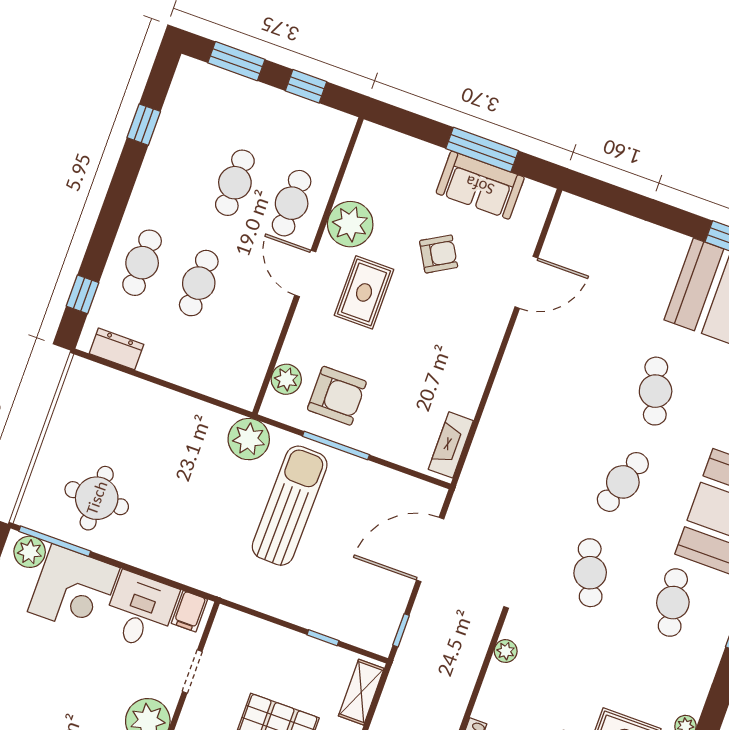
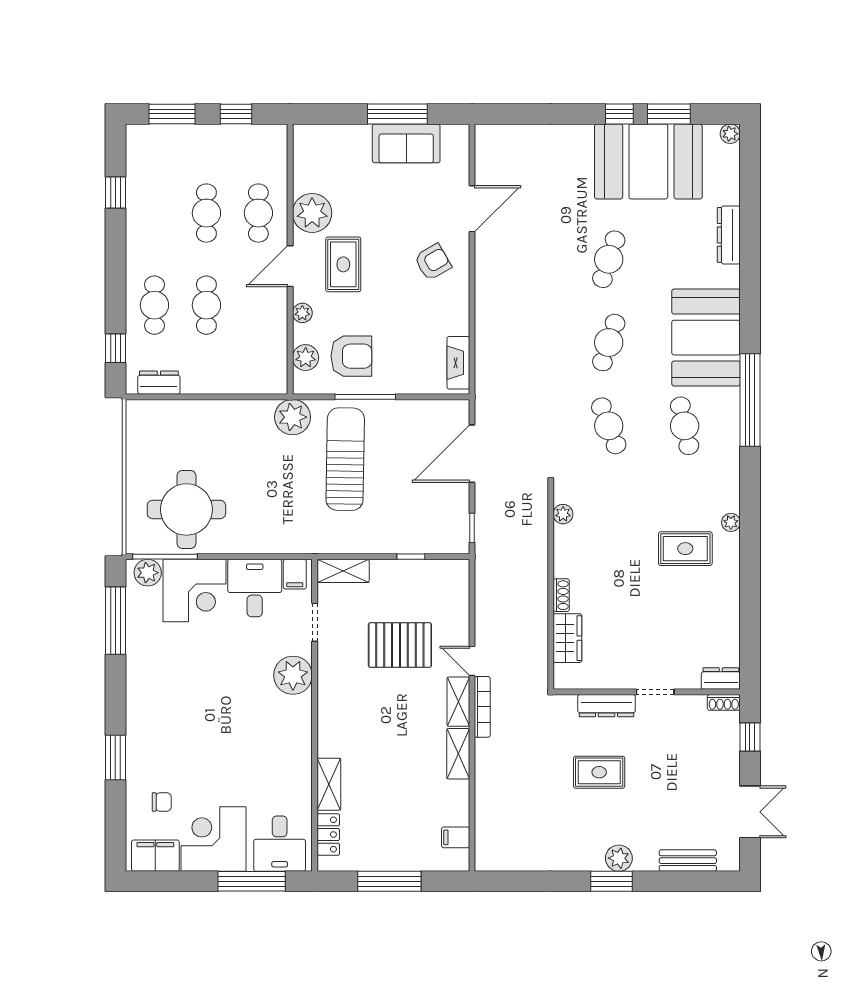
armchair: (439, 254) -> (433, 262), moved
door: (305, 273) -> (290, 266), hinge flipped
plant: (300, 329) -> (302, 313), added
cafe table: (656, 391) -> (609, 259), turned 36
round table: (97, 498) -> (186, 509), width x1.36, depth x1.36
shelving: (361, 692) -> (343, 571), moved, turned 90

